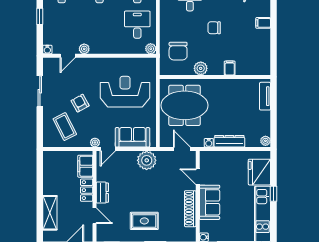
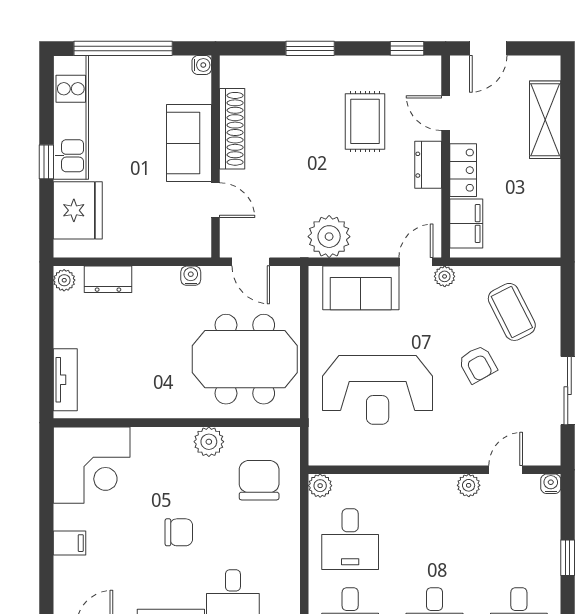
corner desk: (253, 58) -> (92, 465), added
filing cabinet: (230, 68) -> (144, 443), removed
dresser: (229, 141) -> (108, 279), moved, width x0.70
rug: (144, 221) -> (365, 121), moved, turned 90

